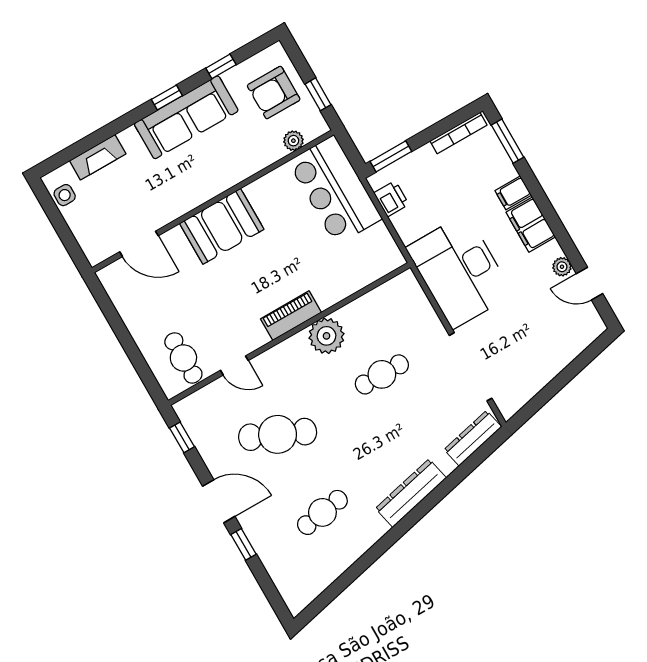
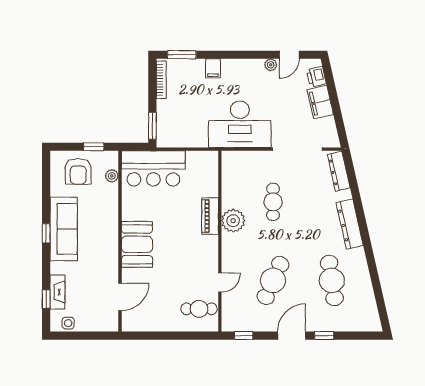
window: (221, 66) -> (46, 299), moved
printer: (391, 199) -> (316, 77), moved, turned -103
filing cabinet: (531, 225) -> (320, 102), moved, turned 77
piano: (291, 316) -> (210, 216), moved
cafe table: (322, 512) -> (332, 280), width x1.37, depth x1.35

